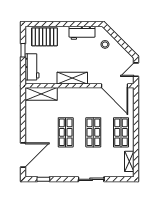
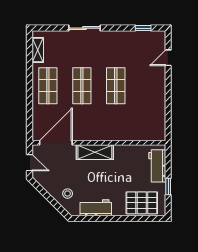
door: (136, 70) -> (29, 163), hinge flipped
shelving: (72, 78) -> (95, 152), moved
door: (114, 86) -> (56, 143), hinge flipped
shelving: (41, 94) -> (146, 133), removed
door: (23, 155) -> (168, 58), width x0.53

